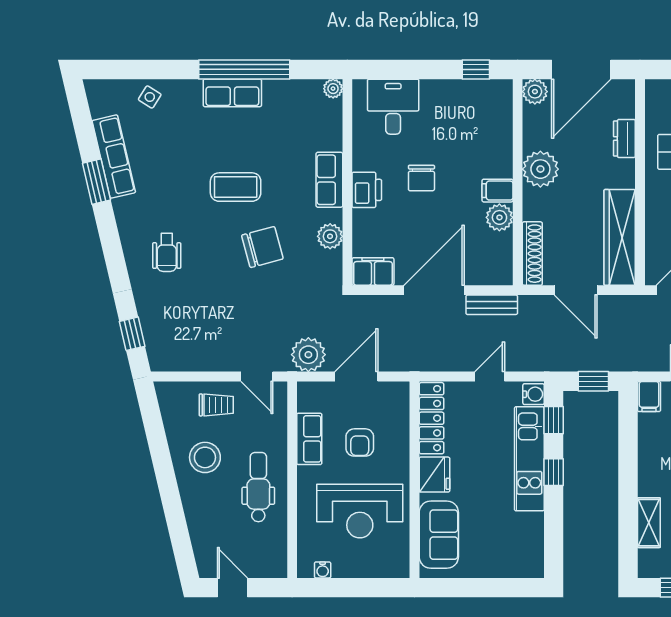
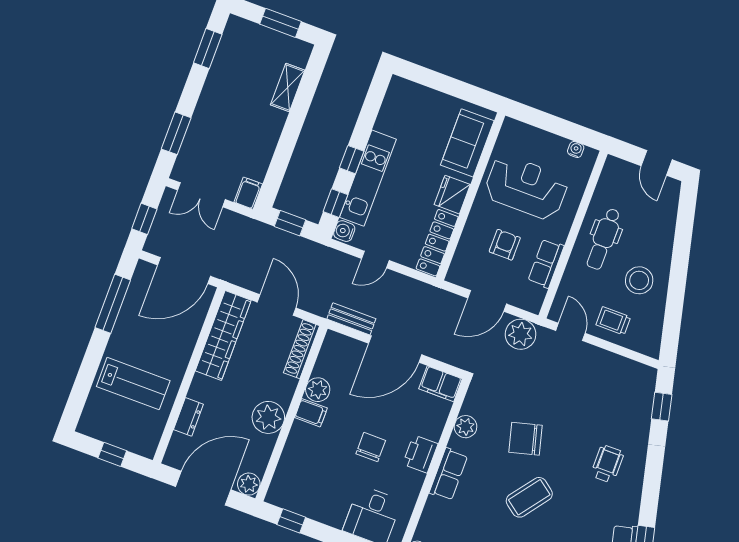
coffee table: (236, 187) -> (529, 497), turned -53

